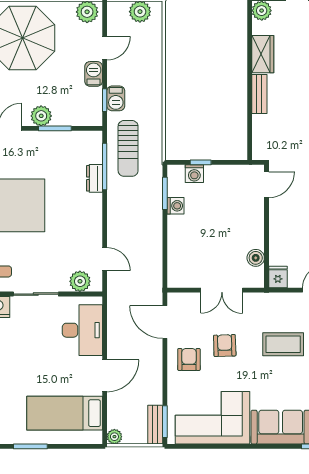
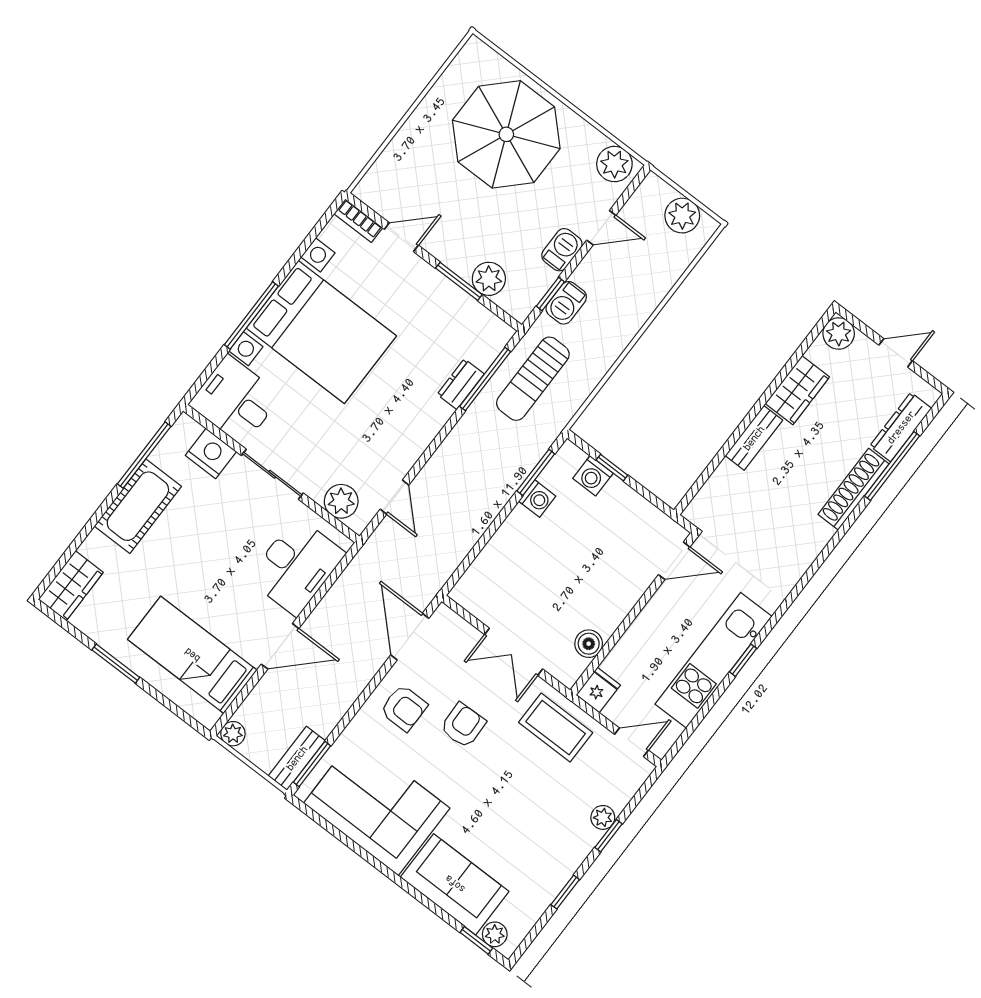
plant: (41, 116) -> (489, 279), moved
coffee table: (283, 344) -> (556, 728), moved
armchair: (189, 359) -> (404, 708), turned 90

